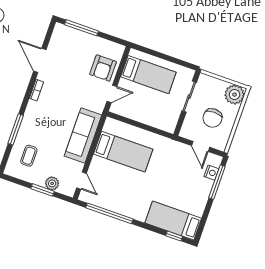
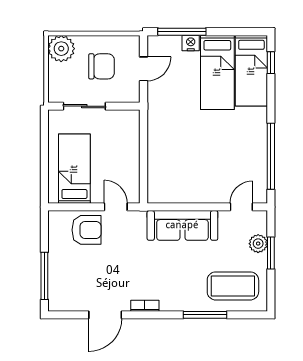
bed: (123, 152) -> (217, 72), moved, turned 180
coffee table: (29, 156) -> (233, 286), width x1.86, depth x1.72
nightstand: (211, 173) -> (191, 43), moved

